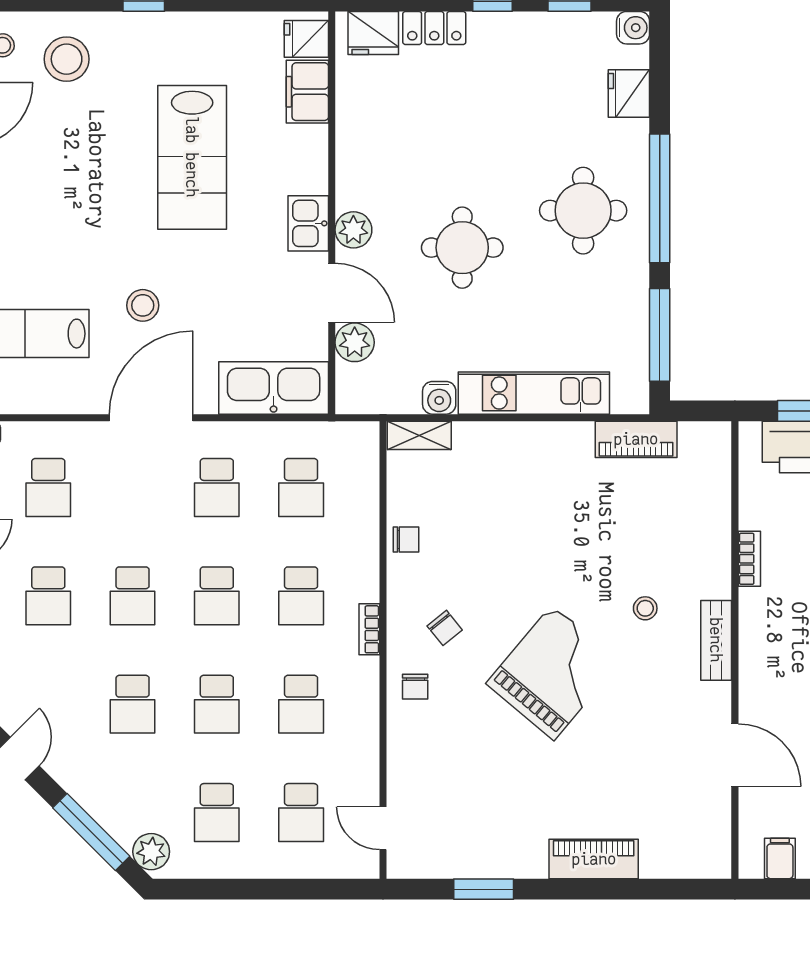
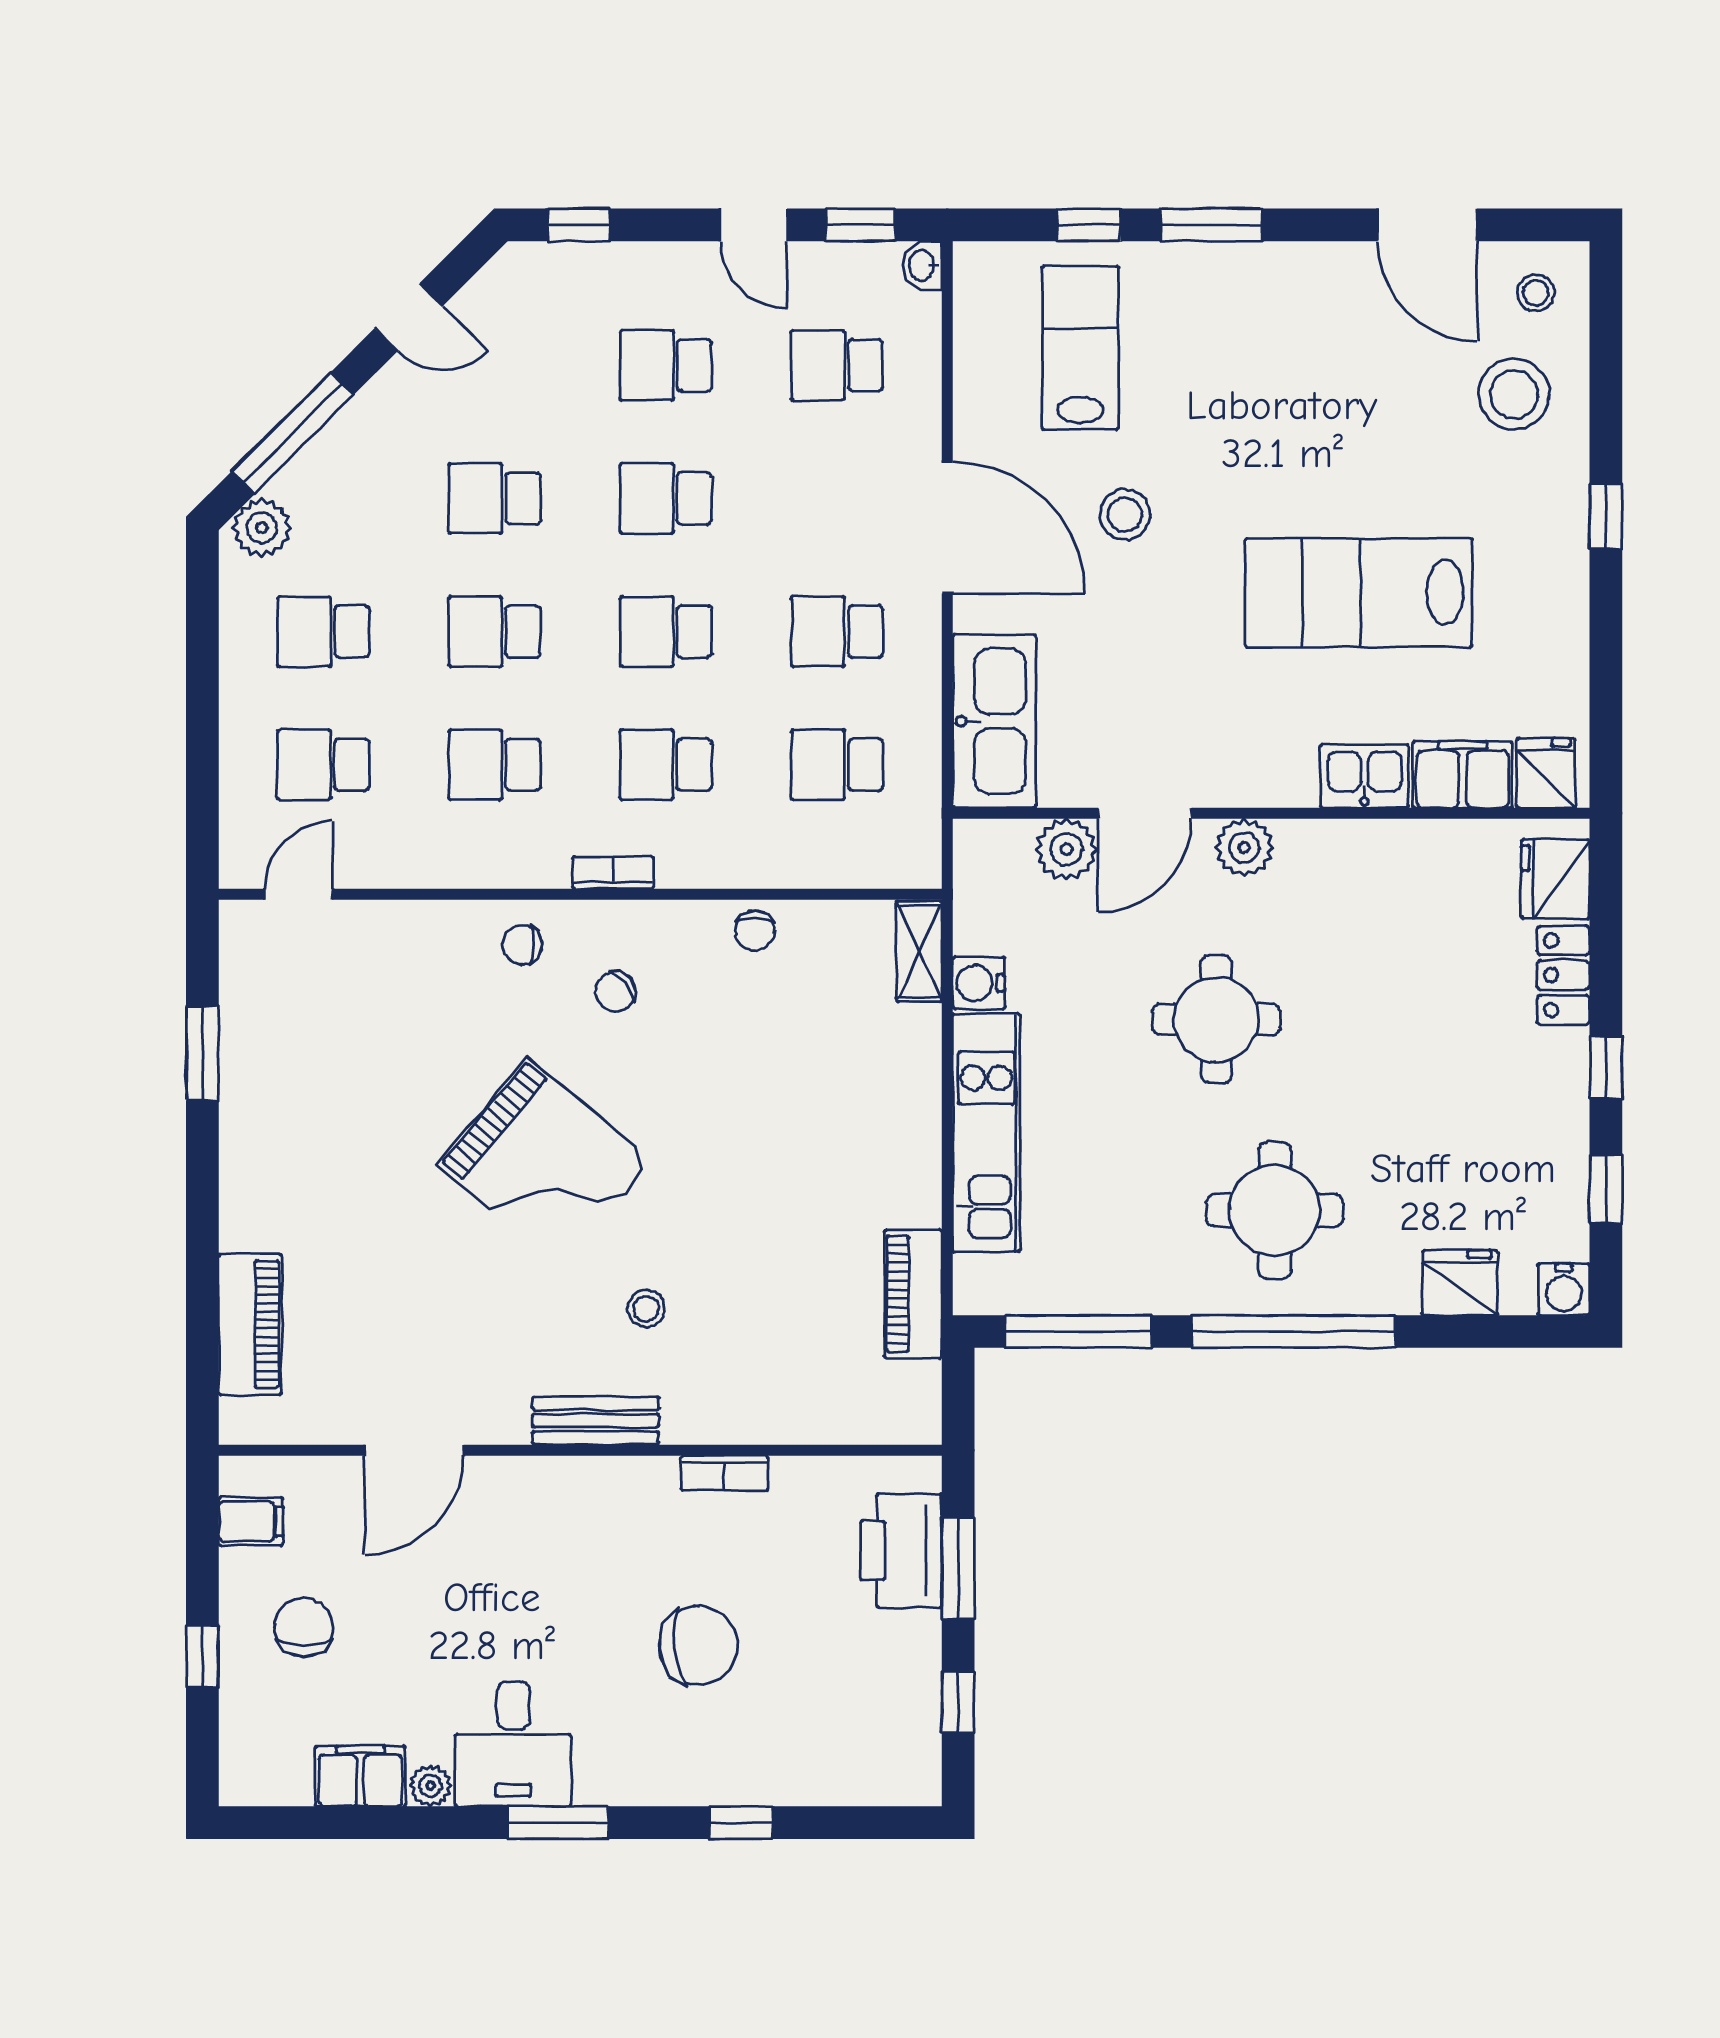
kitchen sink: (308, 223) -> (1365, 776), moved
piano: (594, 859) -> (250, 1324), moved

